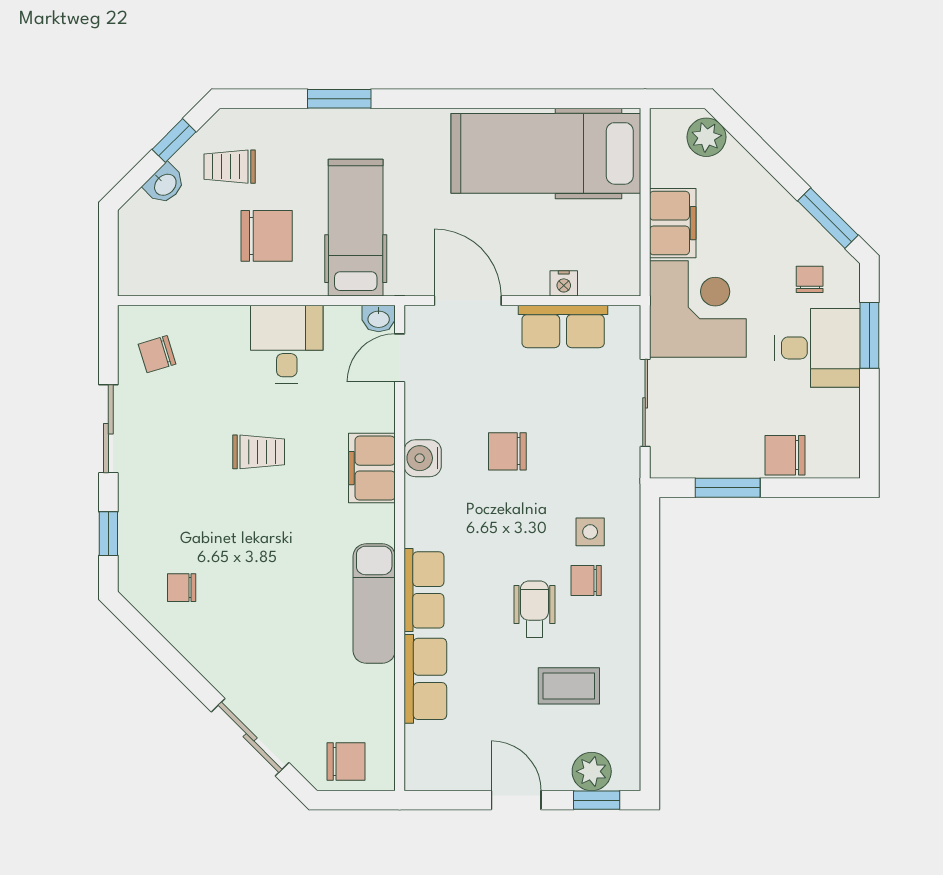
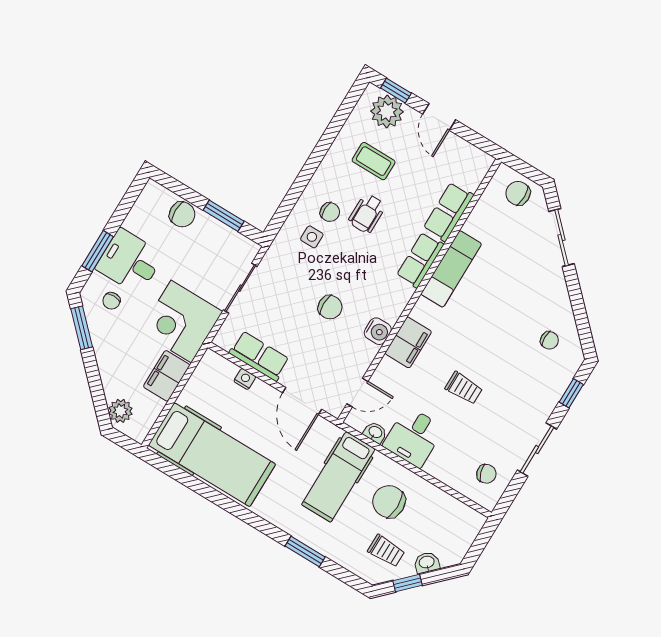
washbasin: (379, 318) -> (375, 432), moved
trolley: (259, 452) -> (464, 388), turned 180
plant: (592, 771) -> (387, 111), width x1.36, depth x1.36

